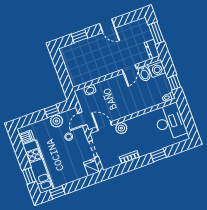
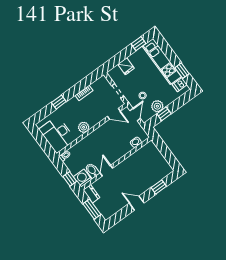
window: (174, 82) -> (70, 179), moved
plant: (121, 128) -> (84, 127), moved
fridge: (92, 167) -> (126, 66), moved
window: (29, 176) -> (182, 71), moved

